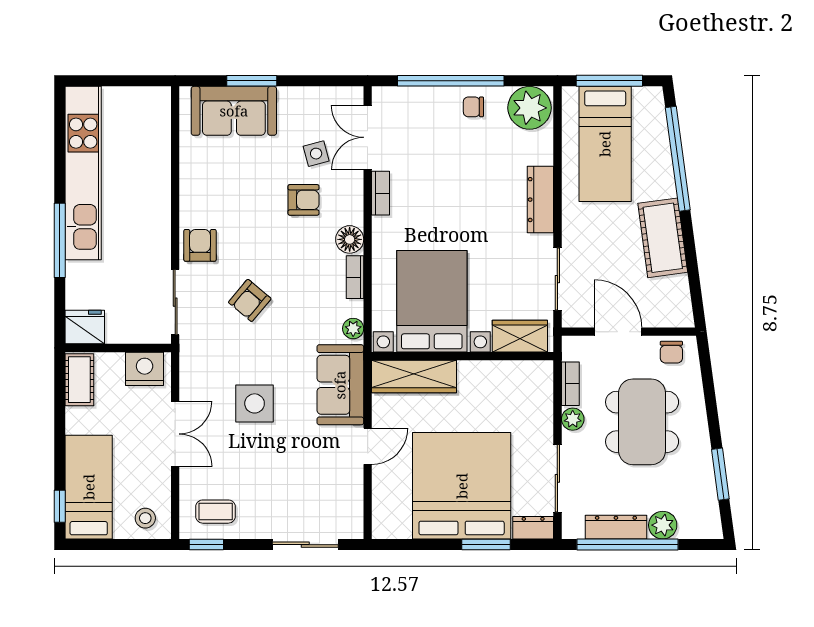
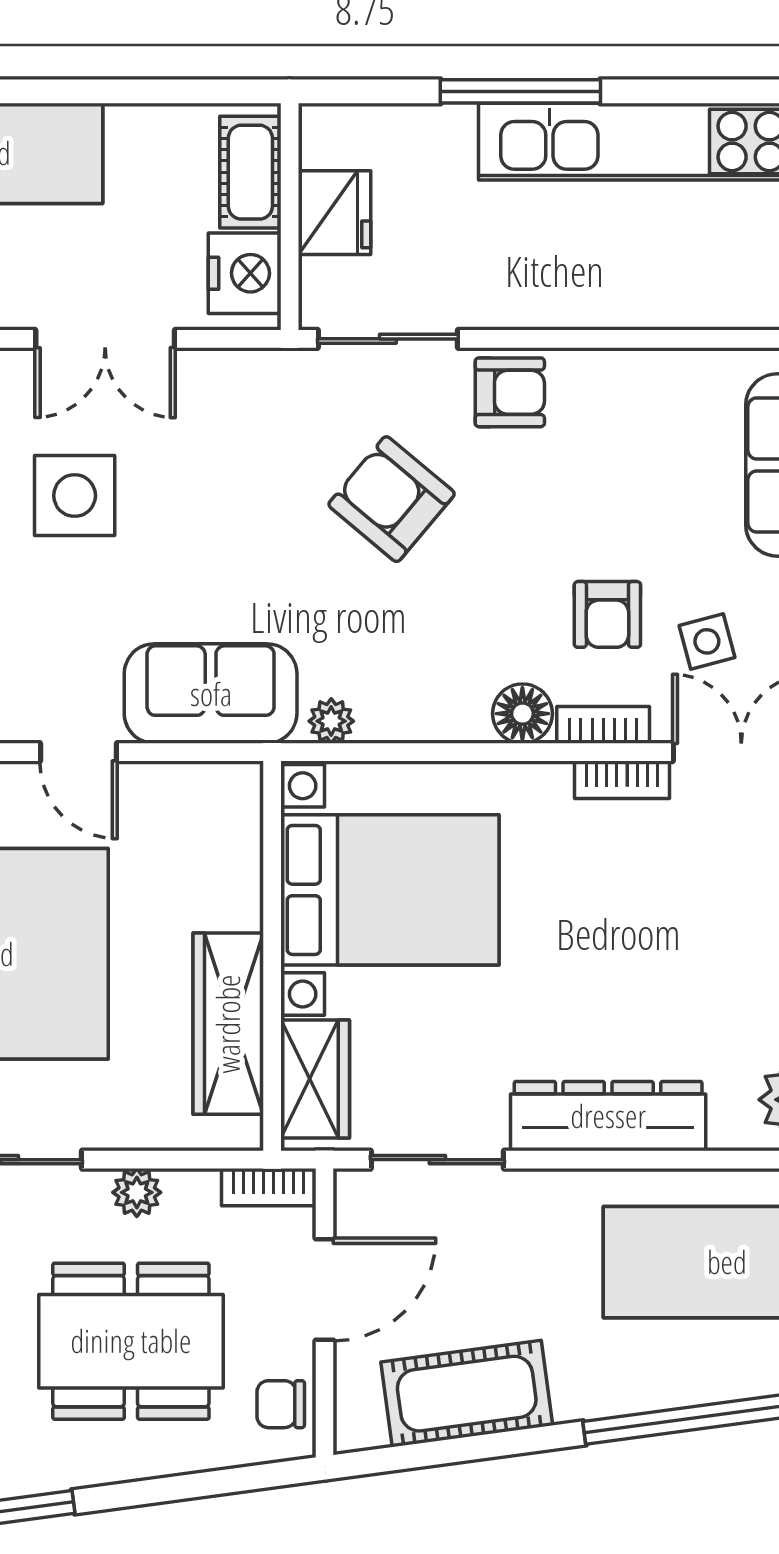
dresser: (540, 200) -> (608, 1116), width x1.37, depth x1.24
cot: (663, 238) -> (467, 1394), moved
bookcase: (355, 277) -> (603, 725), moved
armchair: (250, 300) -> (392, 499), width x1.38, depth x1.38
fridge: (85, 327) -> (334, 213), moved
wardrobe: (414, 377) -> (228, 1024), moved
cot: (79, 380) -> (250, 172), moved, turned 90
bookcase: (570, 384) -> (269, 1187), moved
side table: (255, 403) -> (75, 496), moved

